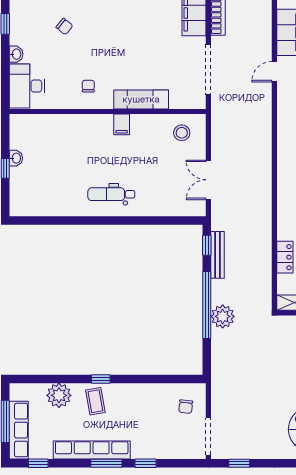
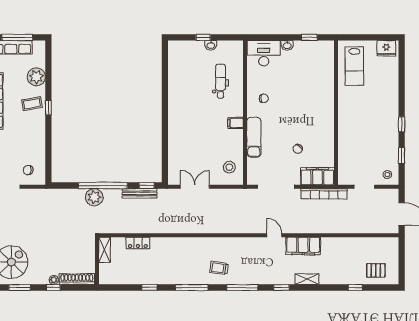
chair: (64, 26) -> (298, 149), moved
dental chair: (111, 194) -> (220, 81), moved

